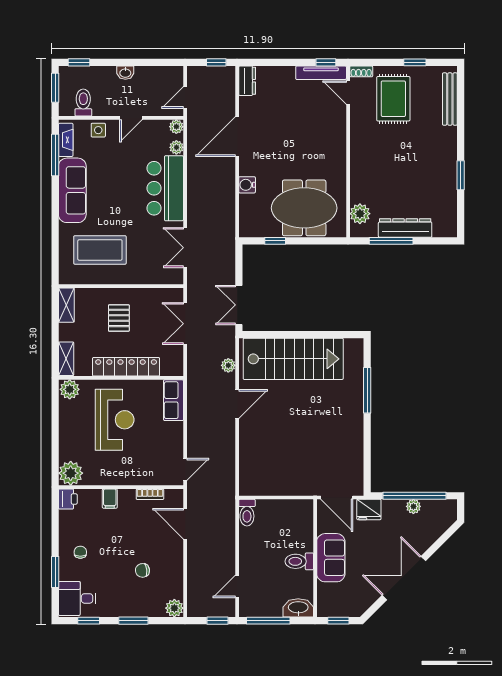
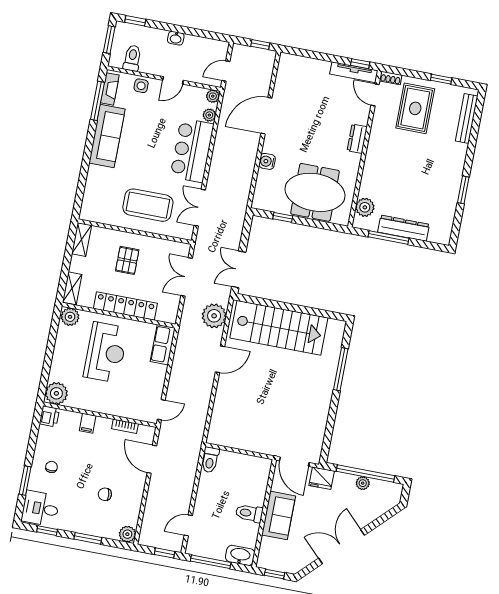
dresser: (247, 81) -> (357, 139), moved, turned 180
coffee table: (100, 250) -> (148, 205), moved
plant: (228, 365) -> (214, 316), width x1.88, depth x1.88

